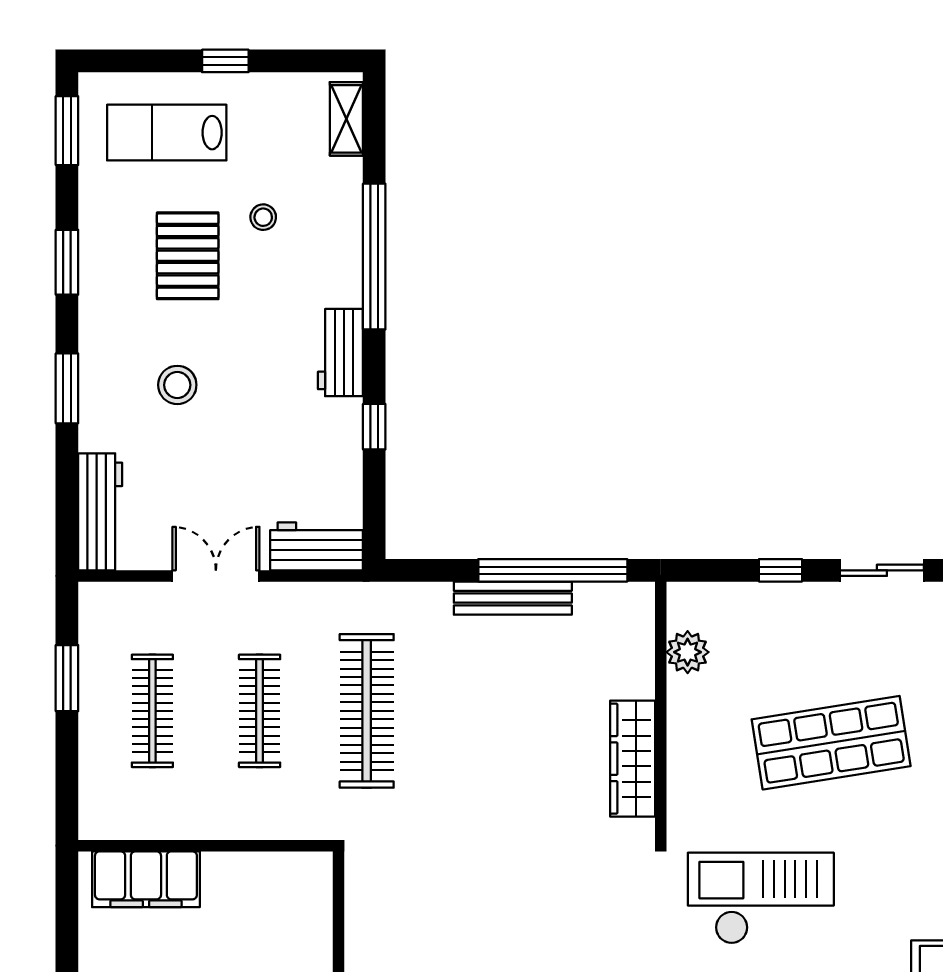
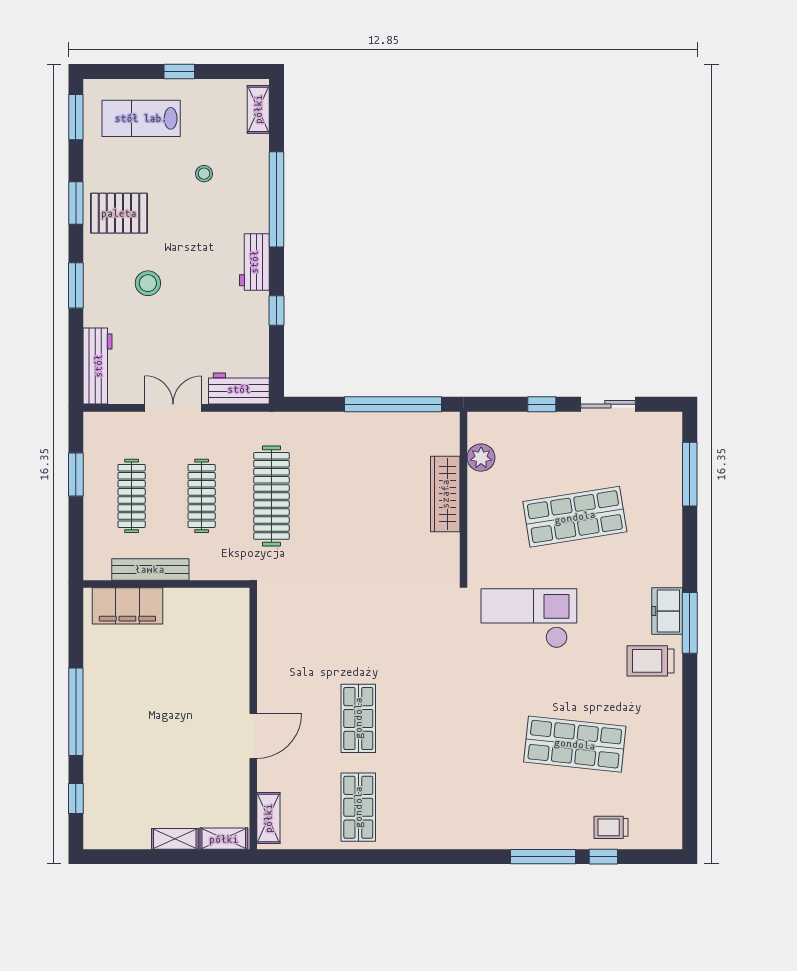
pallet: (188, 256) -> (119, 213), moved, turned 90
bench: (513, 598) -> (150, 569), moved
wardrobe: (633, 759) -> (445, 494), moved

